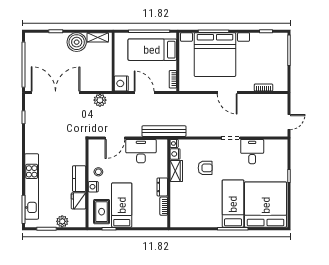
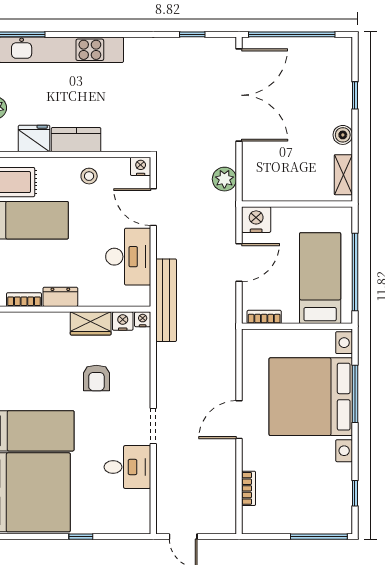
boiler: (77, 42) -> (343, 135), width x0.54, depth x0.54
nightstand: (93, 187) -> (141, 166), moved

